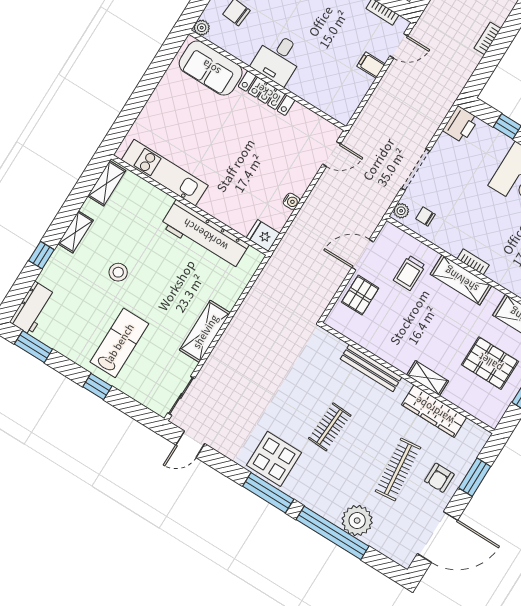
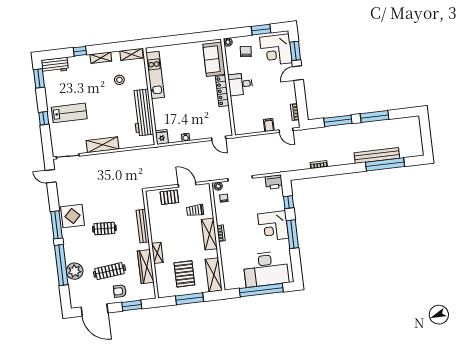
stool: (118, 272) -> (119, 80), moved

